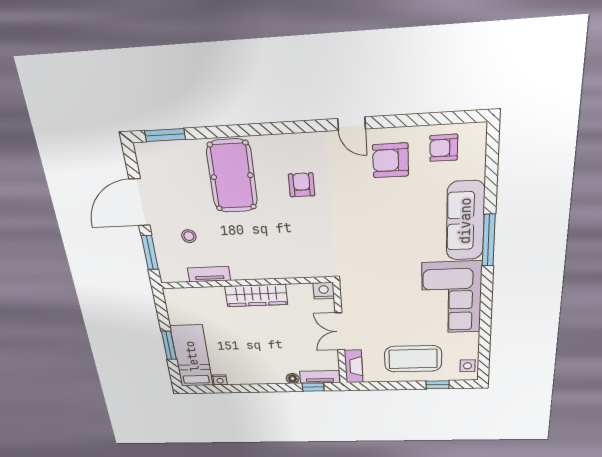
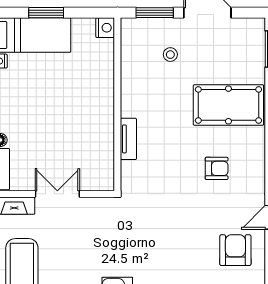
tv unit: (209, 274) -> (128, 139), moved
nightstand: (324, 291) -> (105, 28), moved
wardrobe: (256, 295) -> (103, 113), removed

